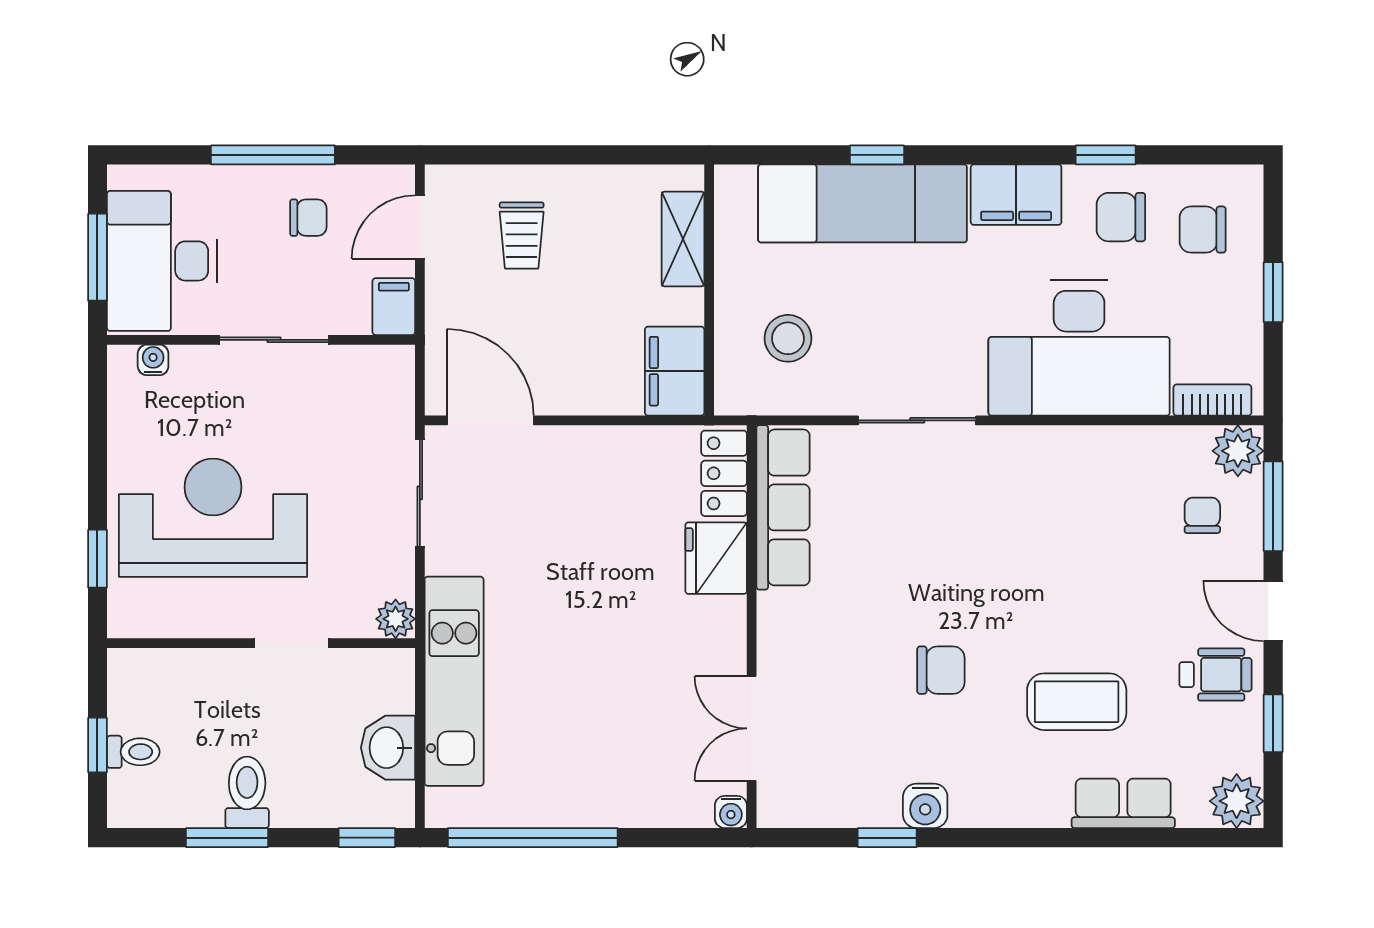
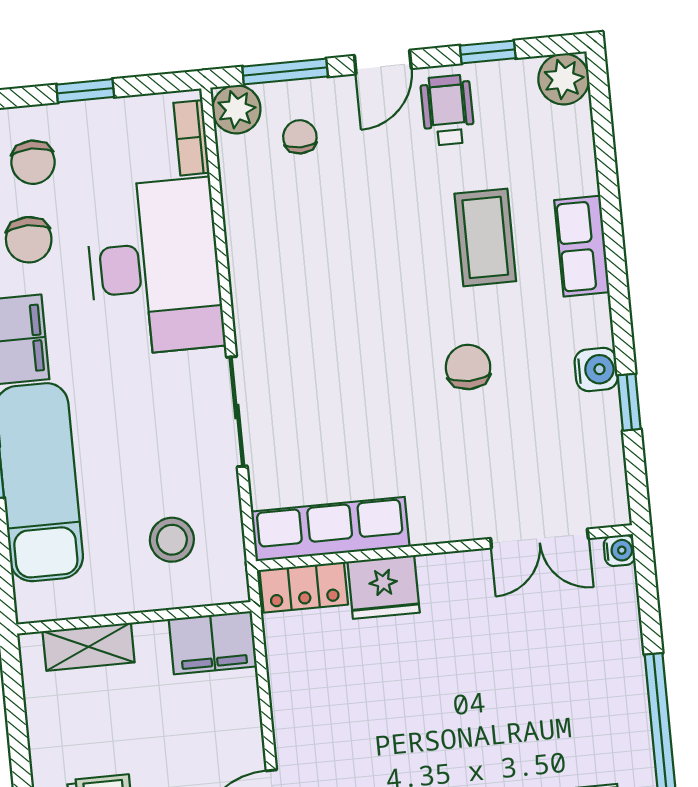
chair: (1202, 515) -> (300, 137), turned 90
row of seats: (1123, 803) -> (582, 246), moved

